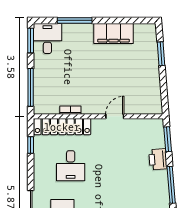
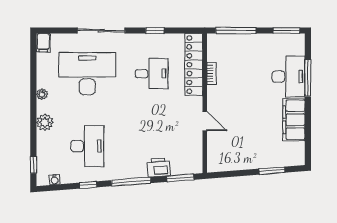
desk: (47, 38) -> (289, 77), moved, width x1.37
window: (31, 145) -> (155, 31), moved
desk: (71, 166) -> (152, 74), turned 180

